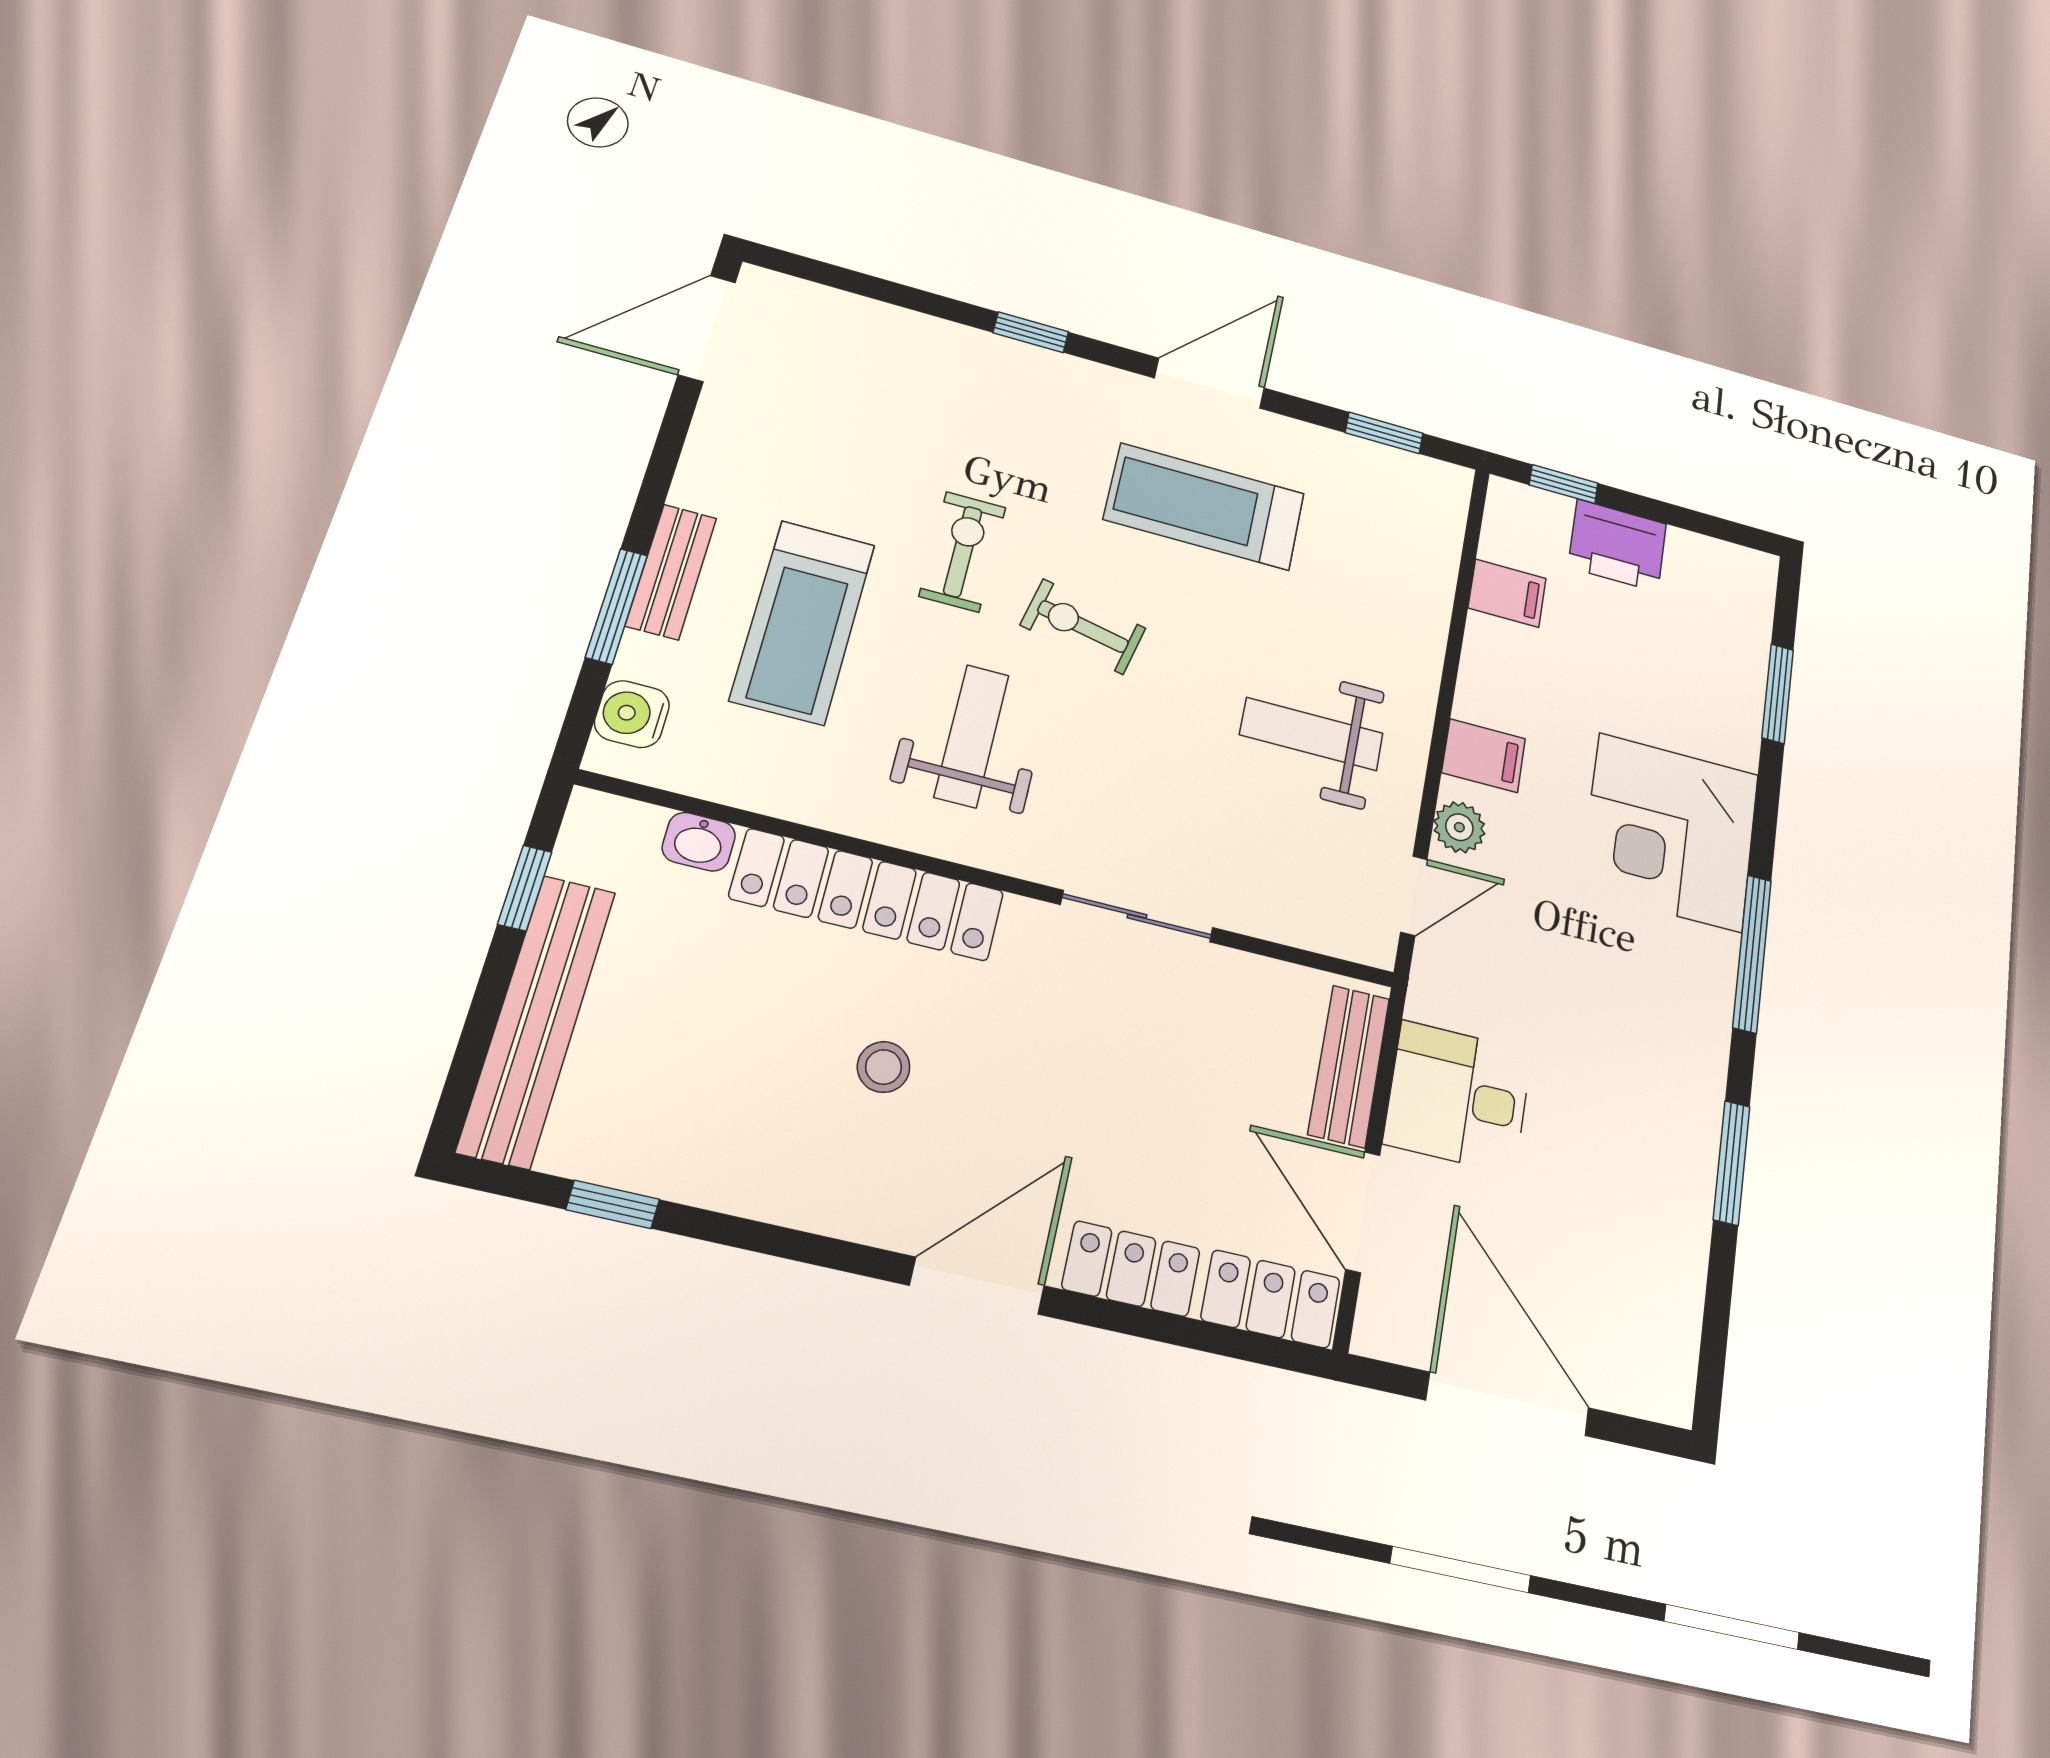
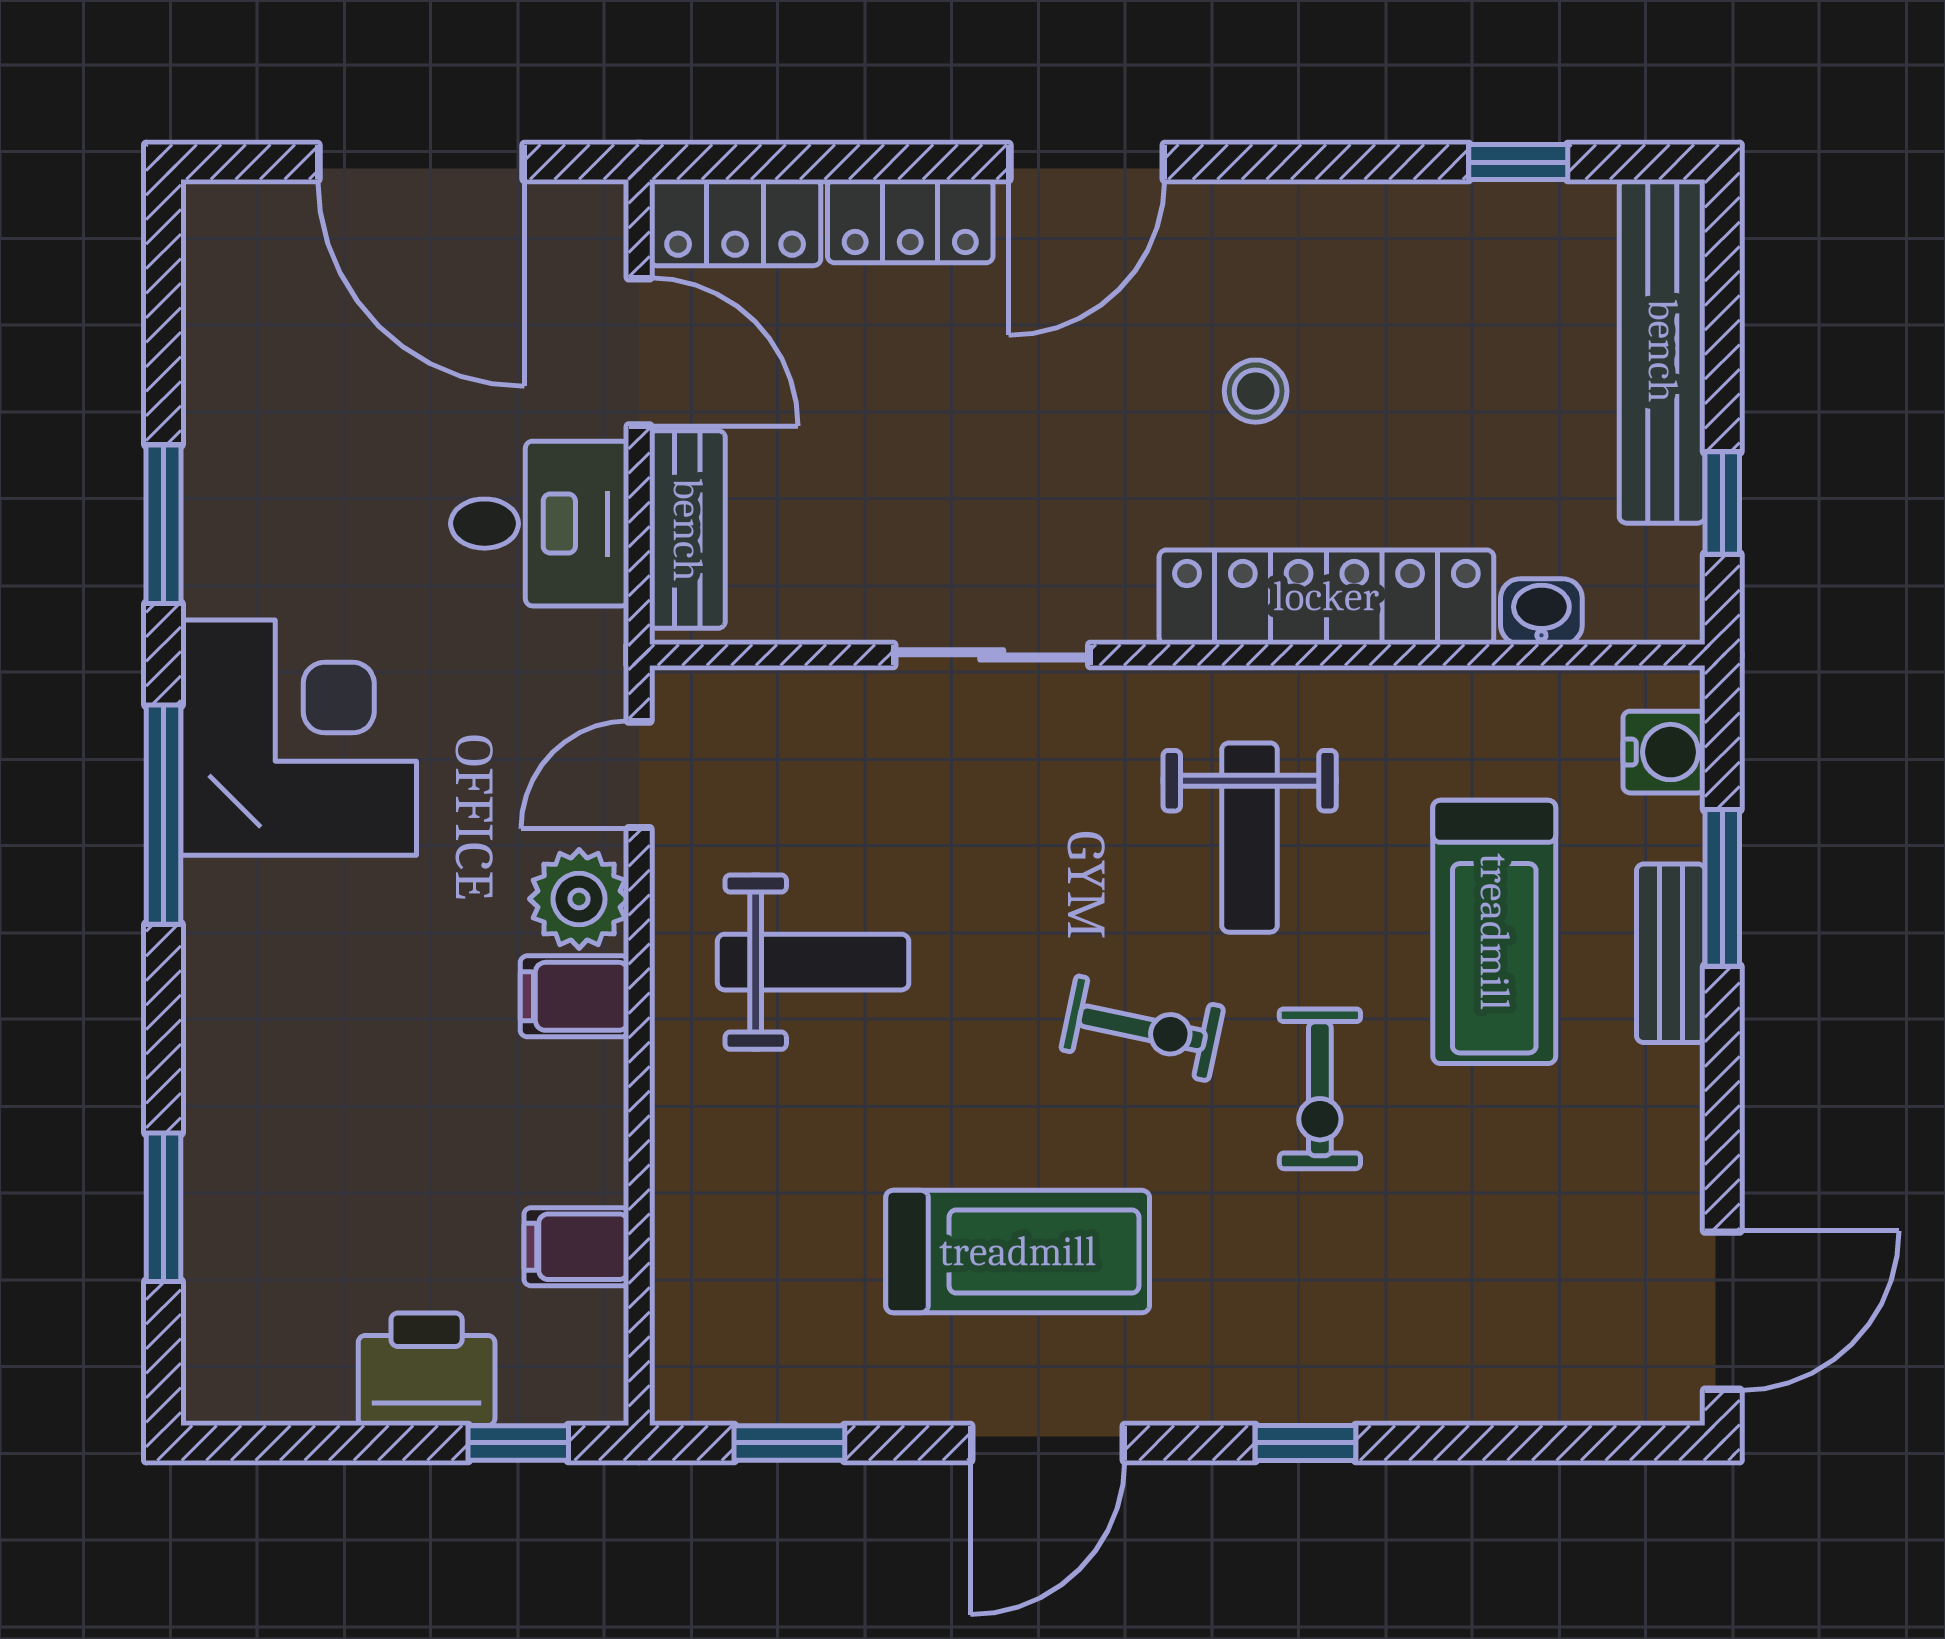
treadmill: (803, 622) -> (1494, 932), turned 180
plant: (1459, 827) -> (579, 899), width x1.38, depth x1.38
corner desk: (1670, 832) -> (299, 738), moved

